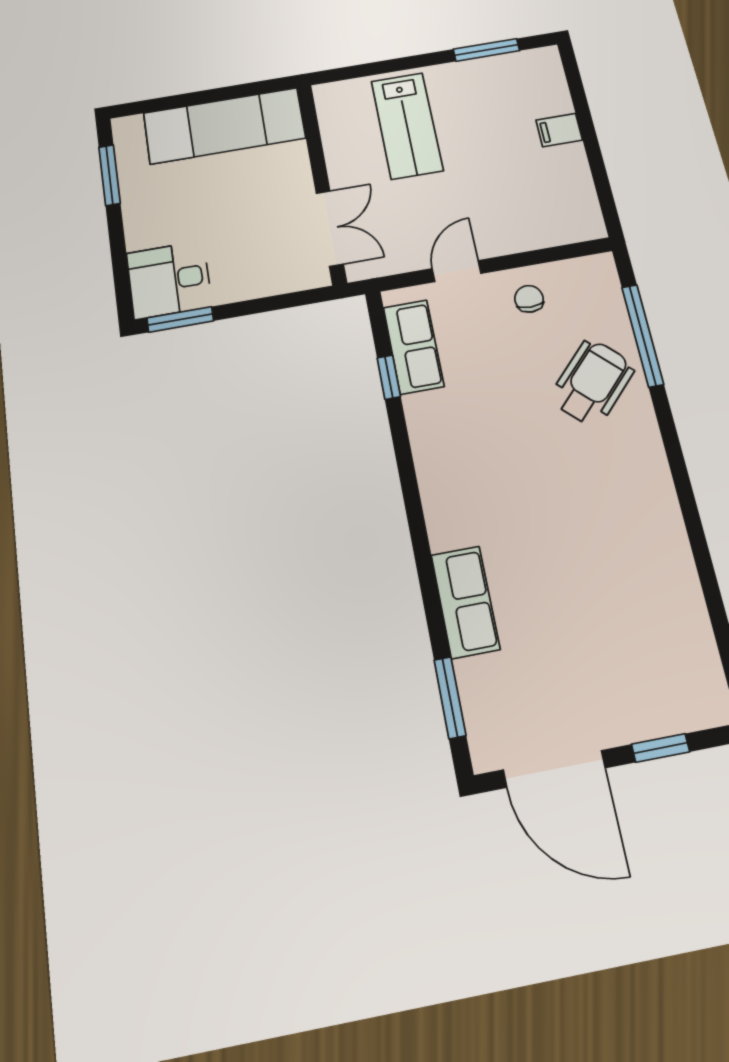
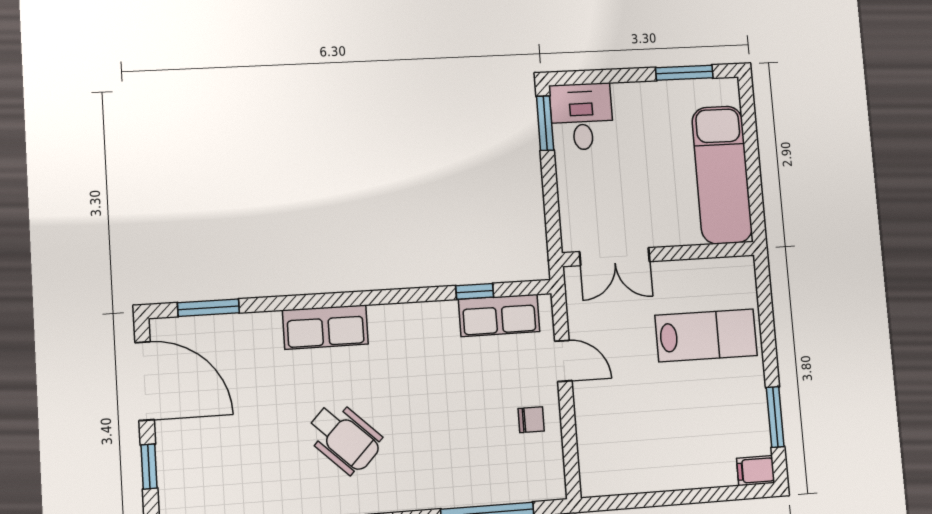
lab bench: (407, 126) -> (706, 335), turned 180
filing cabinet: (559, 130) -> (756, 471), moved, turned -90
wheelchair: (592, 383) -> (344, 438), moved
row of seats: (465, 602) -> (325, 327), moved
door: (554, 769) -> (144, 381), swing flipped

